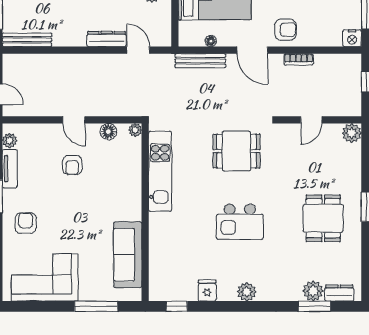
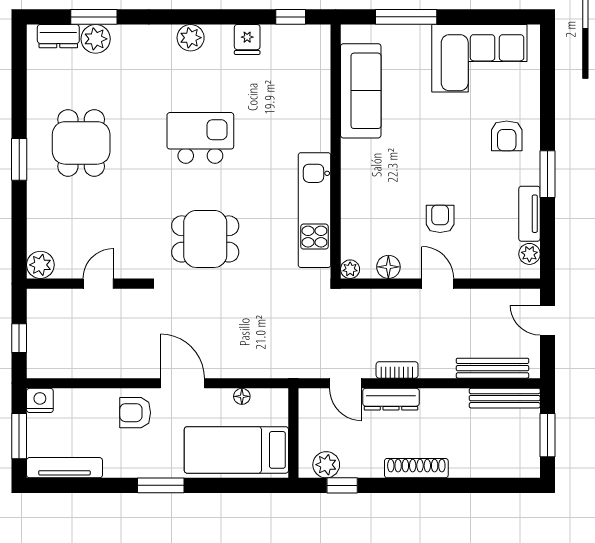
bookcase: (299, 60) -> (397, 370), moved
bench: (200, 61) -> (492, 368), moved

